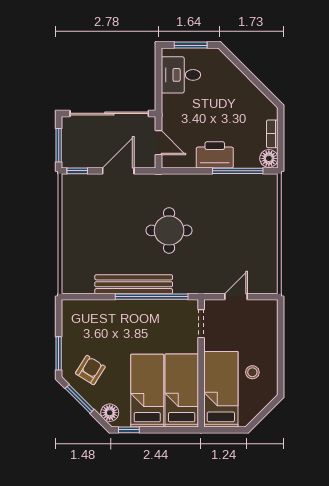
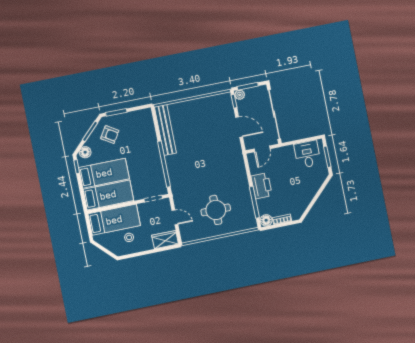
plant: (69, 160) -> (240, 95), added
round table: (169, 230) -> (216, 210), moved
bench: (134, 284) -> (165, 130), moved
wardrobe: (267, 318) -> (165, 240), added

